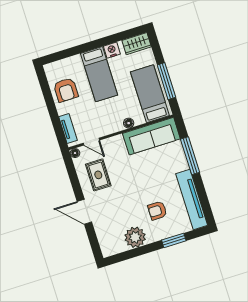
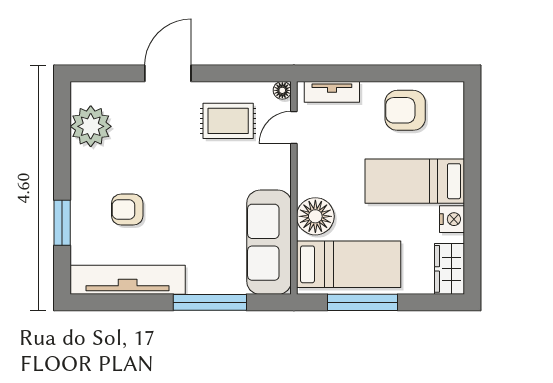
floor lamp: (129, 123) -> (315, 216), width x1.89, depth x1.89
armchair: (157, 211) -> (127, 210), turned -90
plant: (135, 237) -> (91, 126), moved

